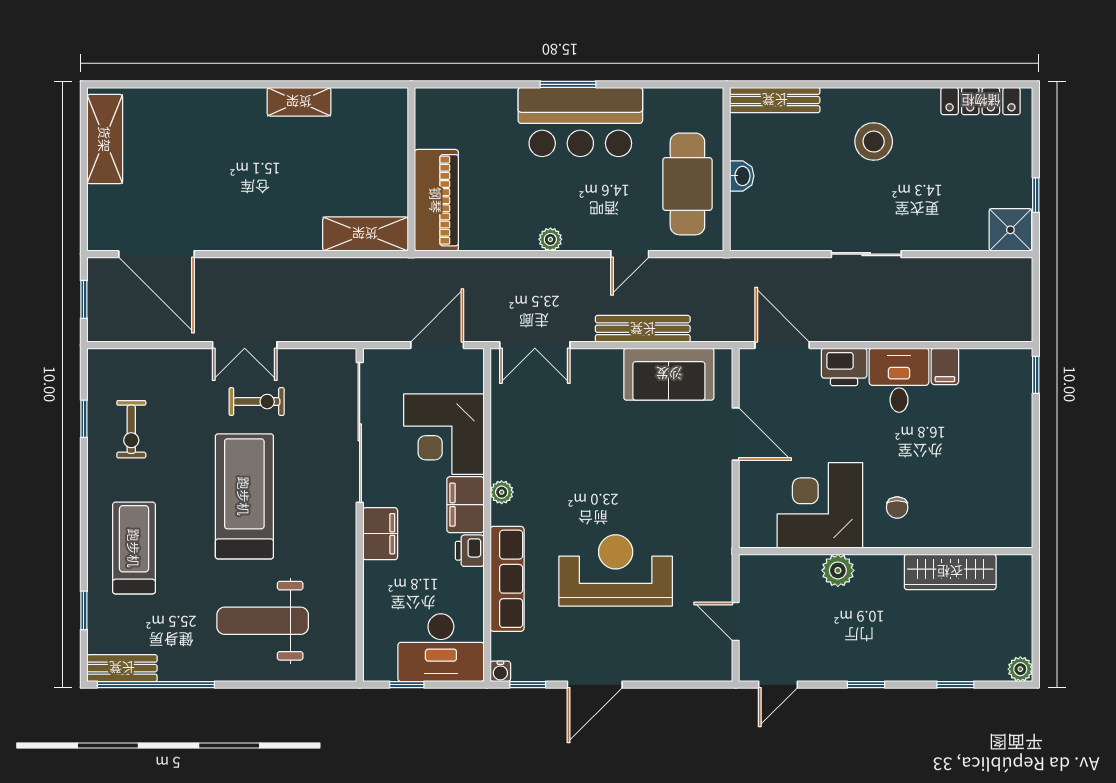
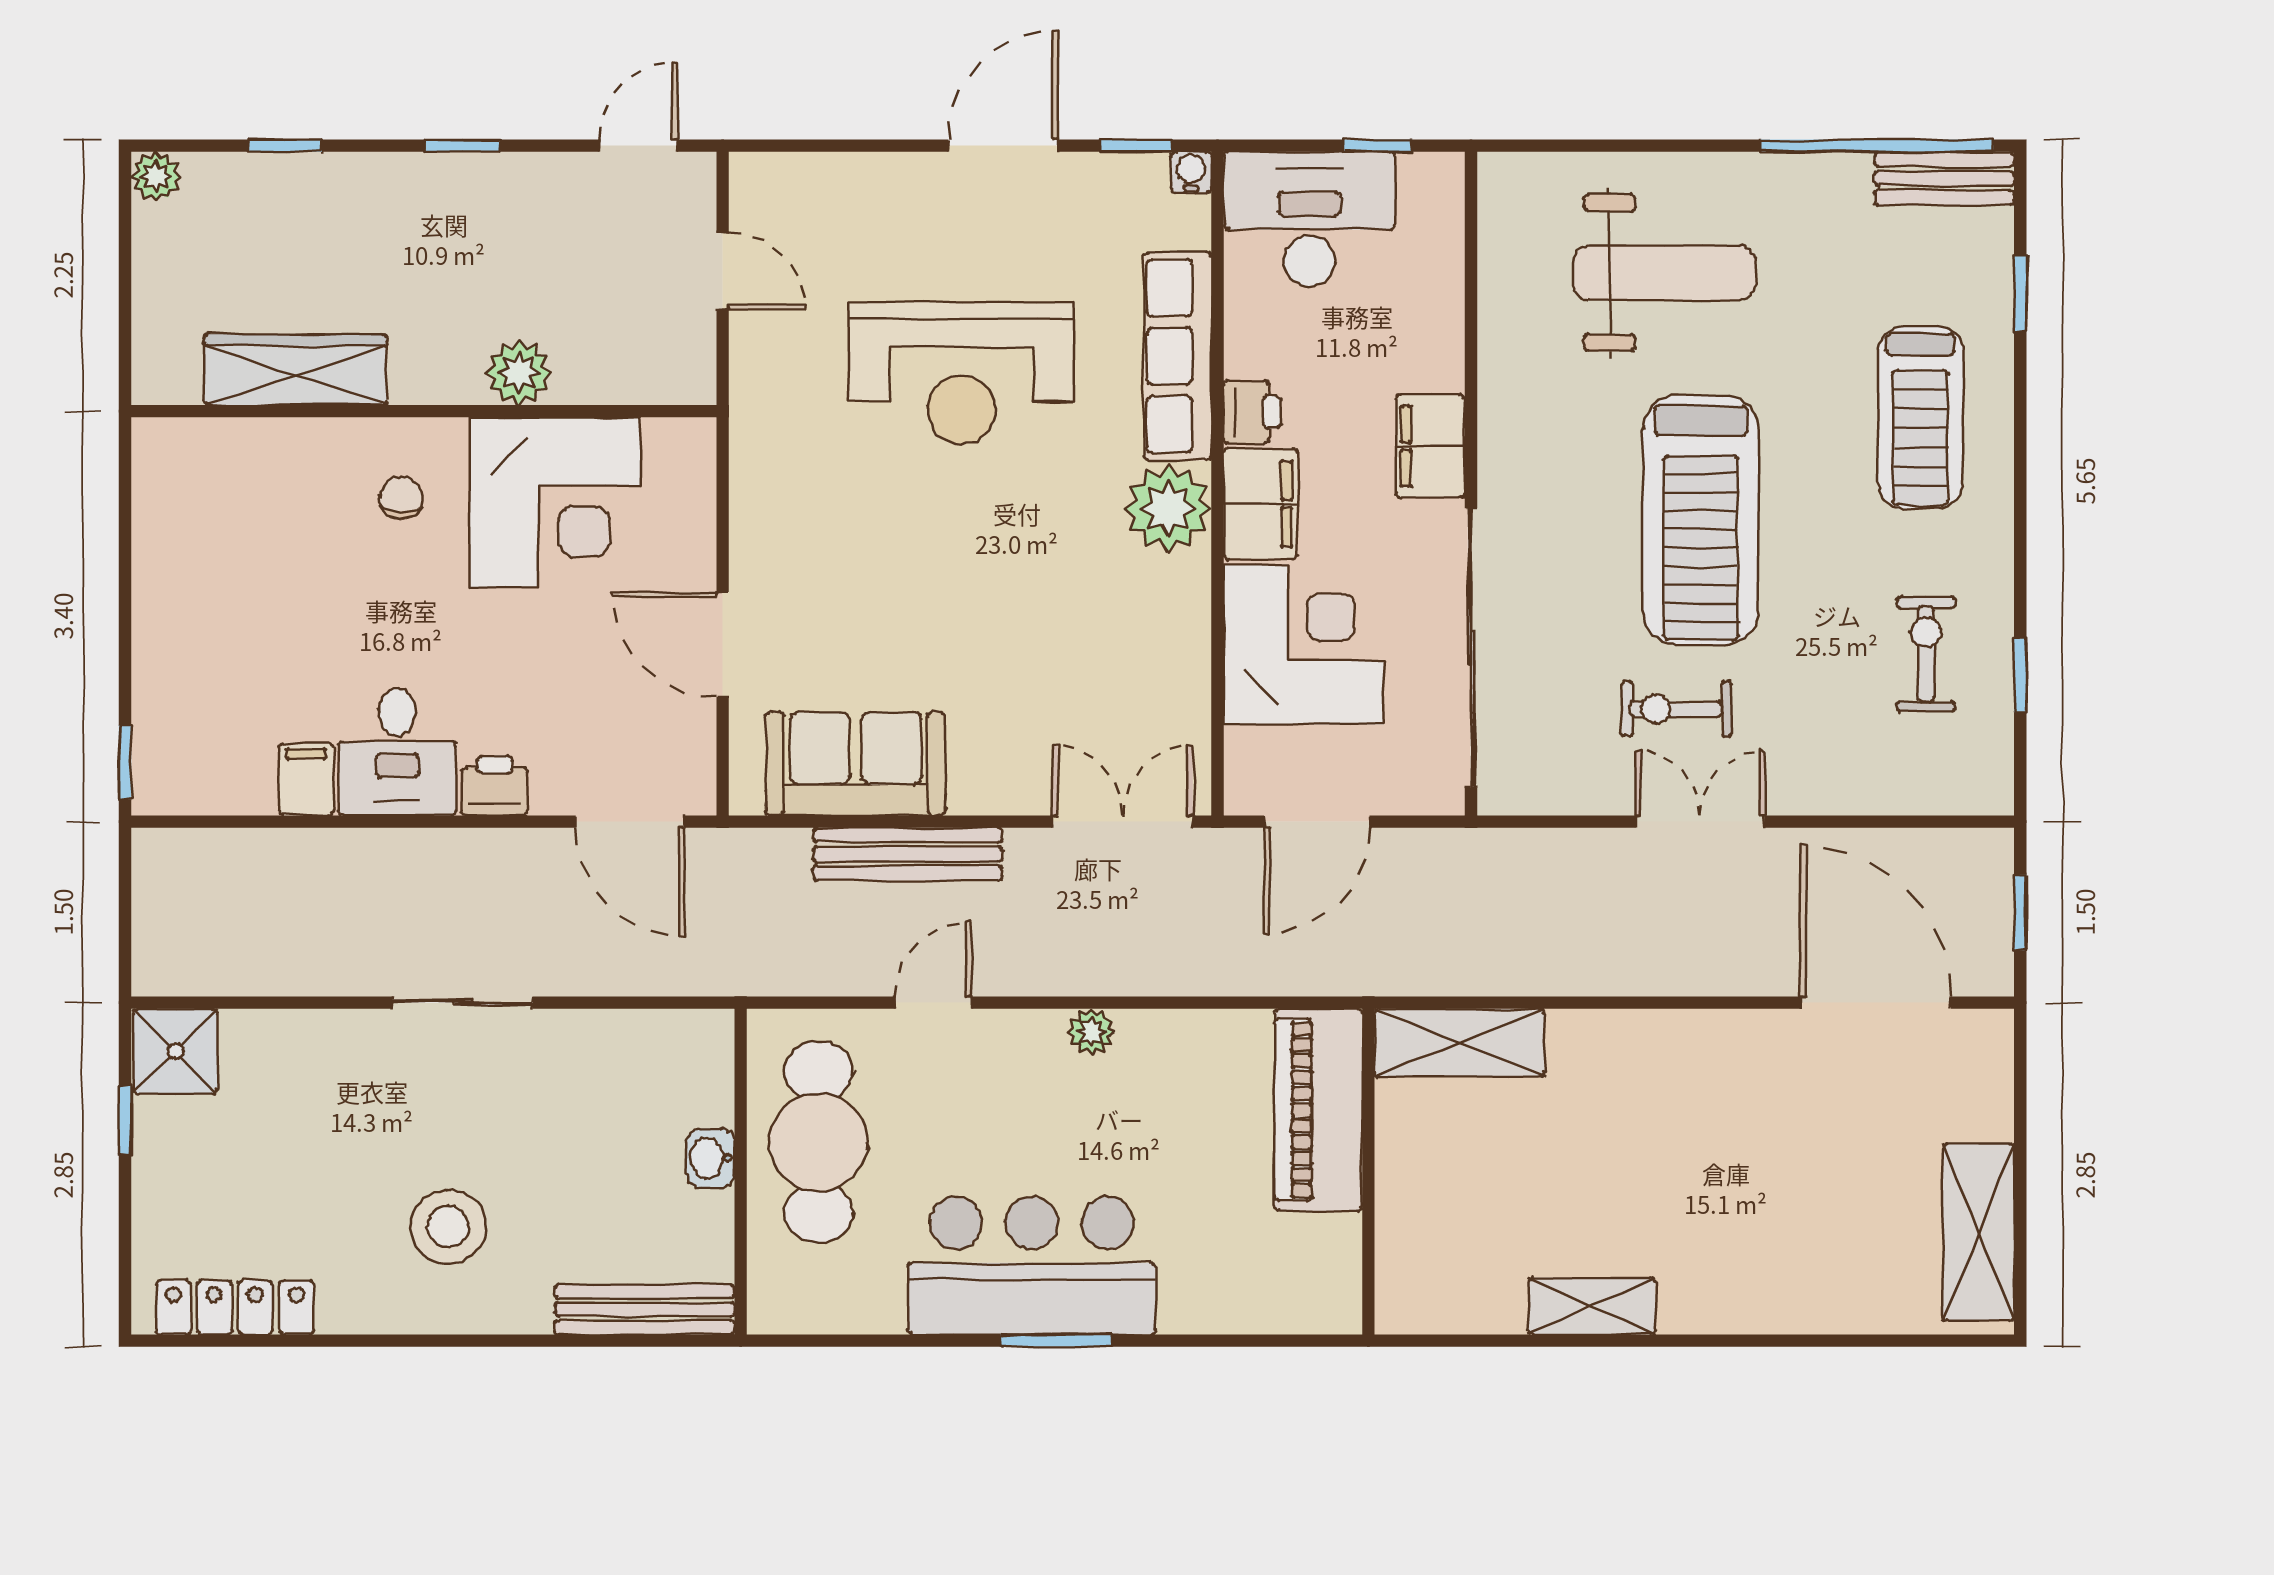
printer: (844, 367) -> (495, 785), width x0.73, depth x0.81
plant: (502, 492) -> (1168, 508), width x1.87, depth x1.87

